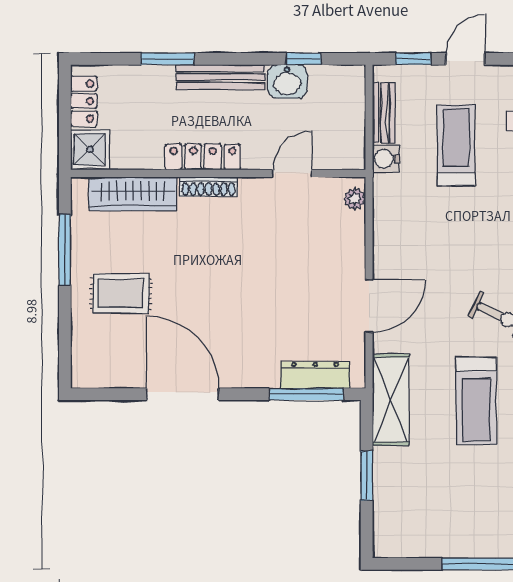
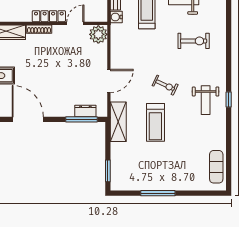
locker: (203, 157) -> (49, 16), moved
plant: (355, 199) -> (98, 34), width x1.87, depth x1.87
dresser: (315, 375) -> (85, 111), width x0.70
window: (367, 476) -> (108, 171), moved

